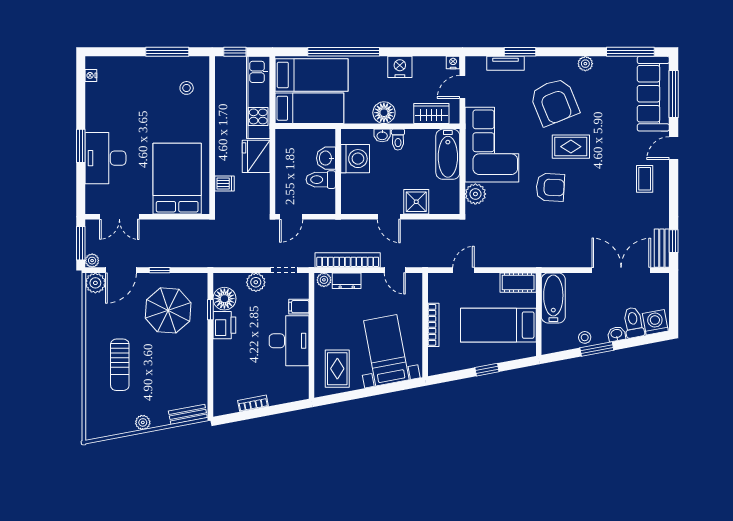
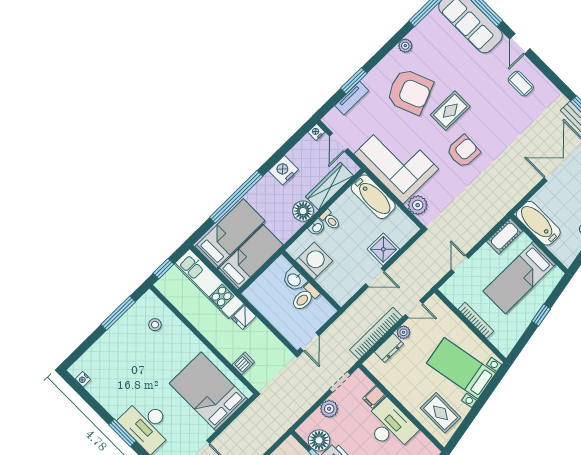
wardrobe: (431, 114) -> (329, 186), width x1.50
fridge: (256, 156) -> (244, 317), width x0.53, depth x0.75
plant: (324, 280) -> (403, 332), moved

